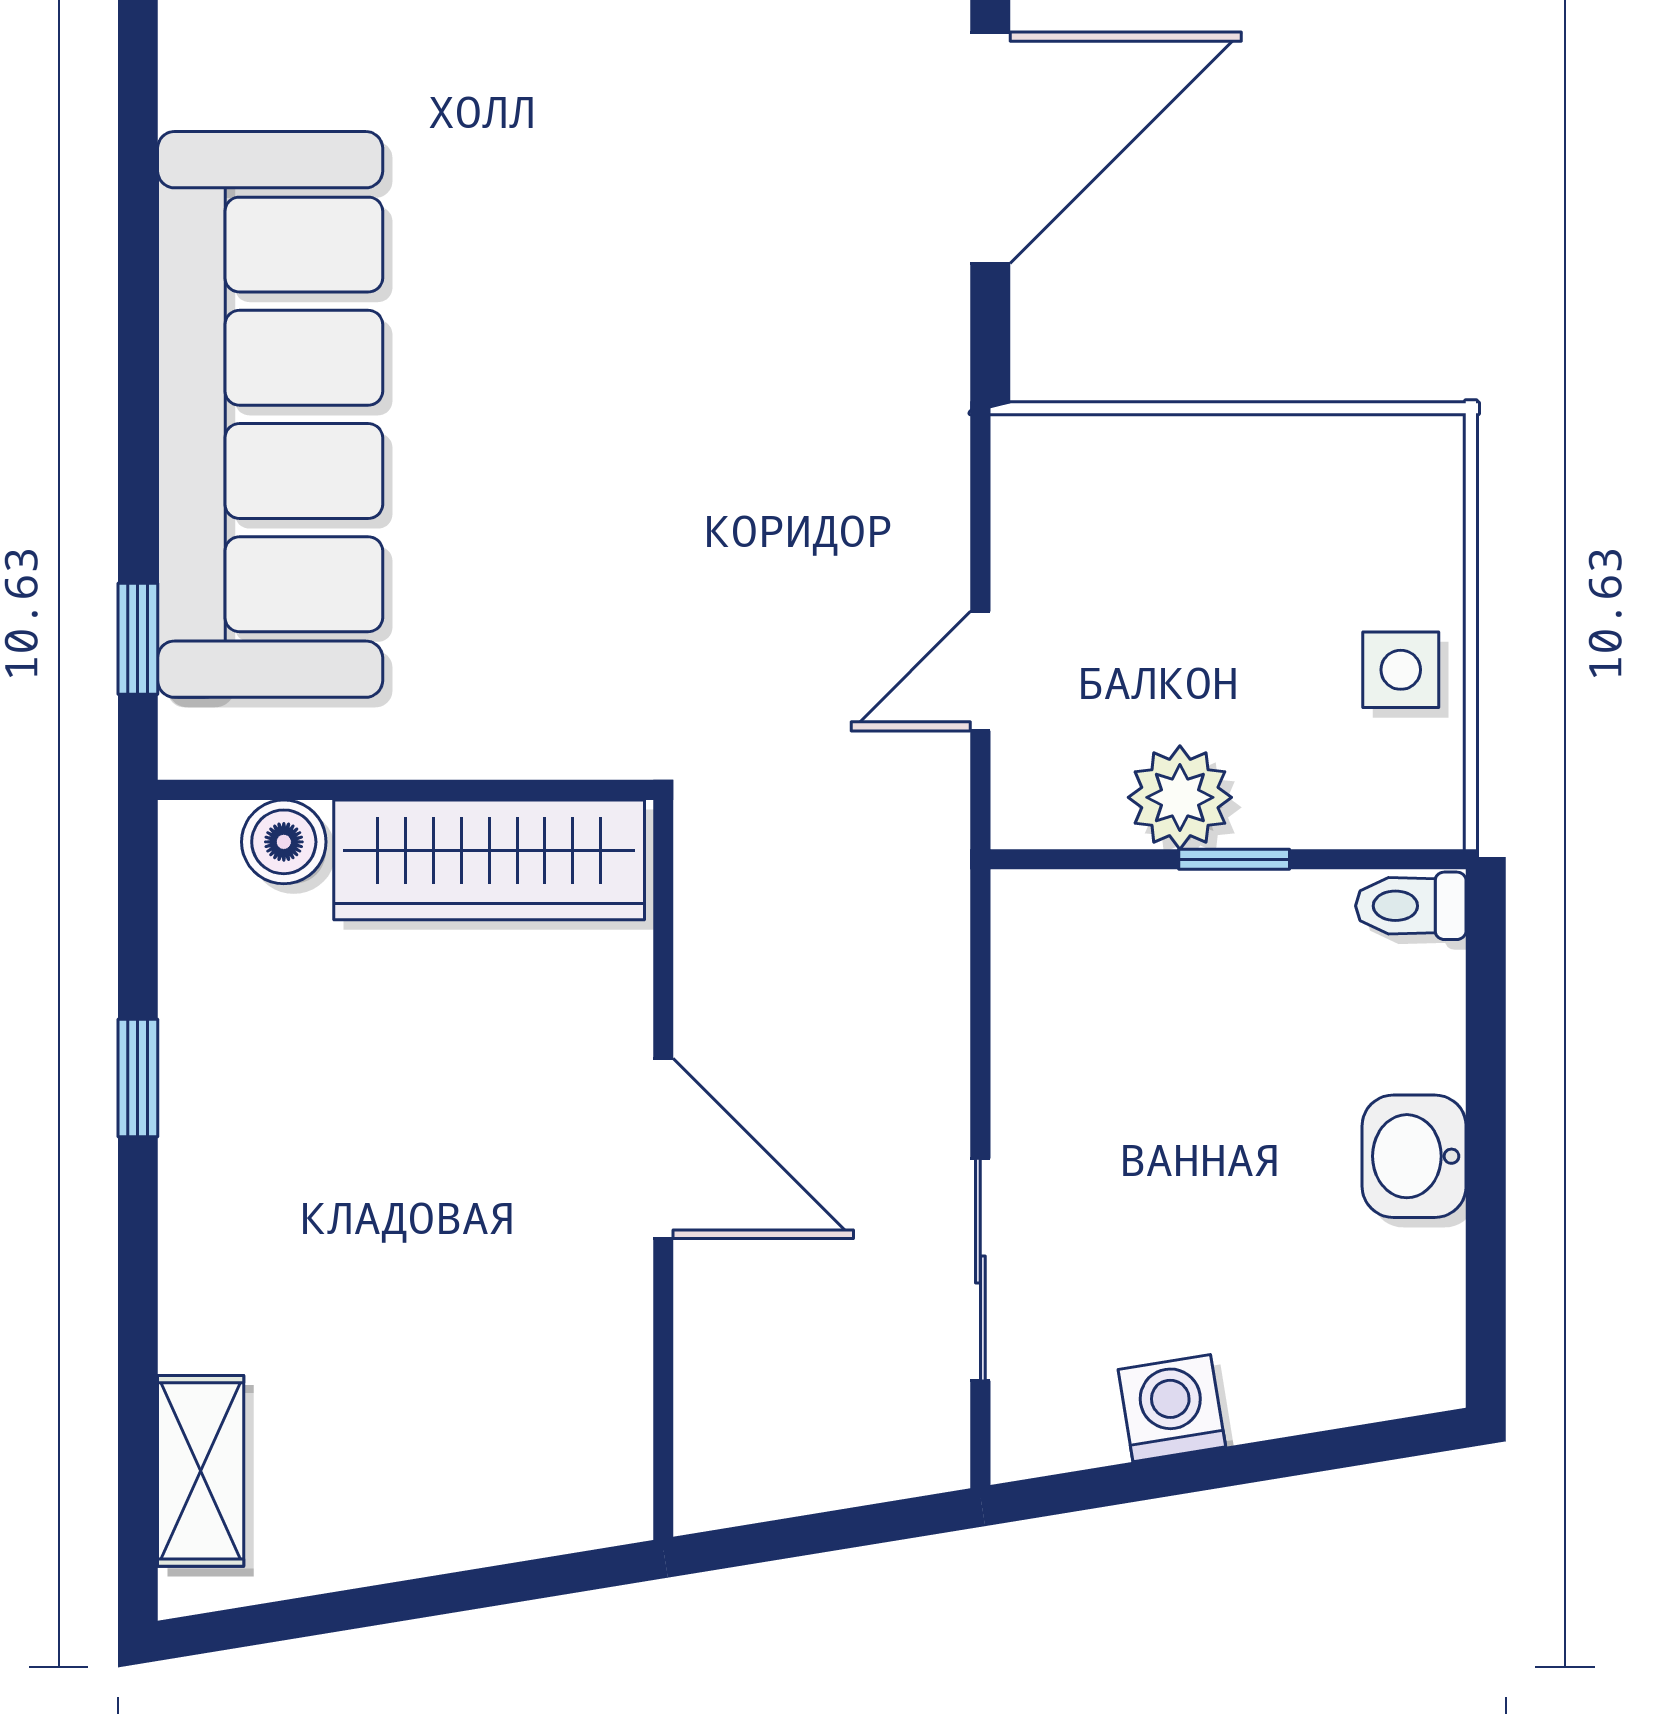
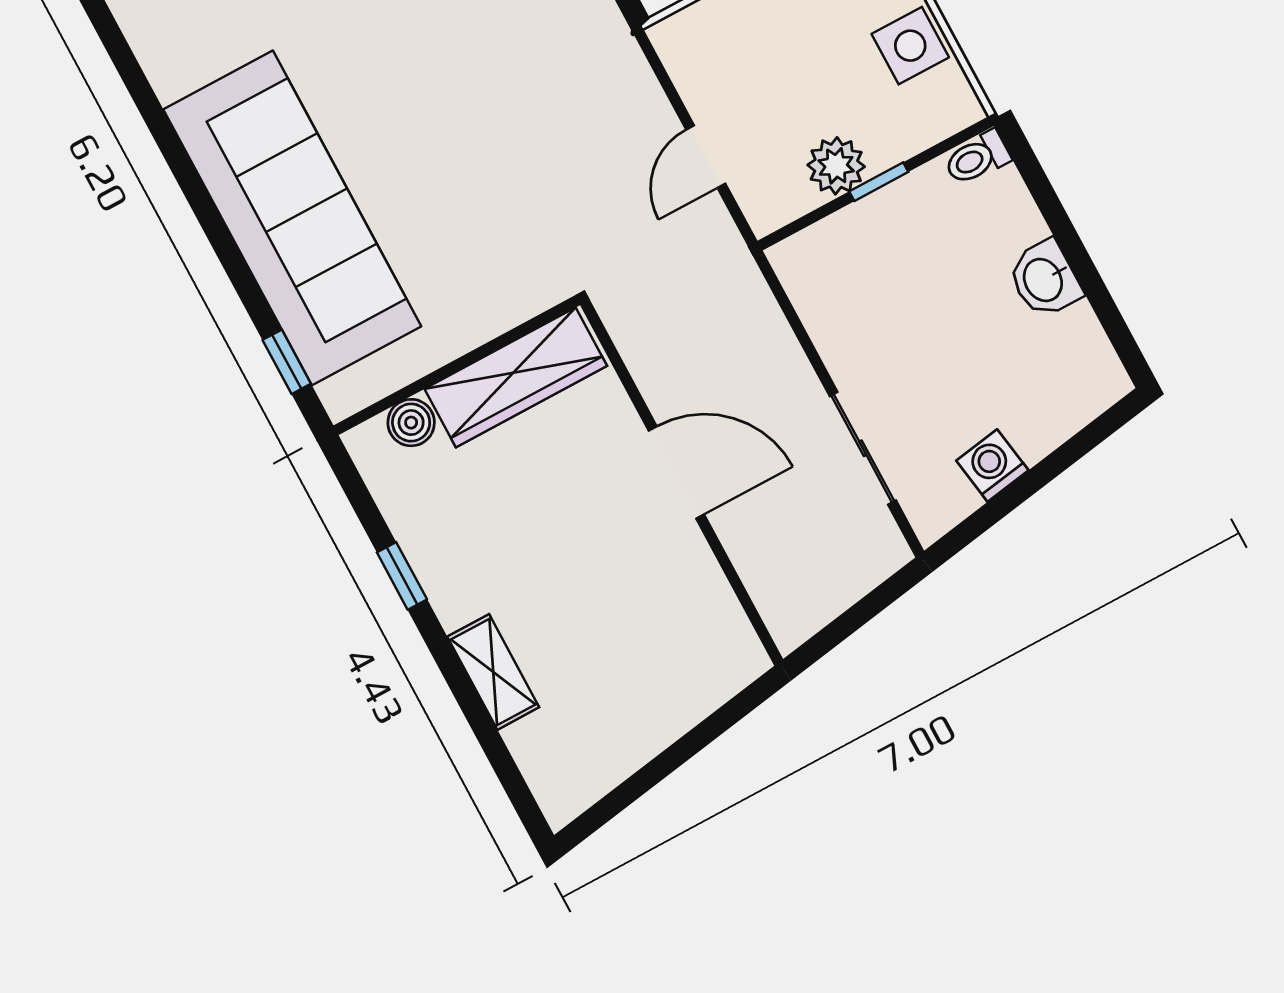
side table: (1401, 670) -> (910, 46), width x1.37, depth x1.37
shelving: (201, 1471) -> (493, 672), moved

